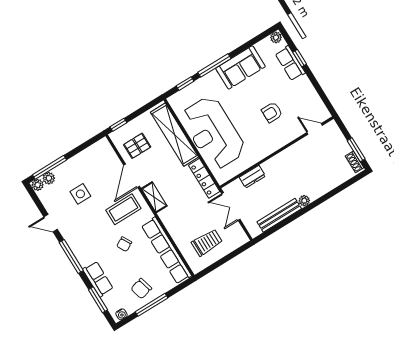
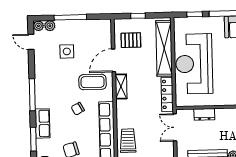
window: (118, 125) -> (138, 16), moved
window: (49, 167) -> (70, 17), moved
door: (51, 223) -> (31, 42), moved
trolley: (207, 242) -> (128, 141), moved, turned -90

